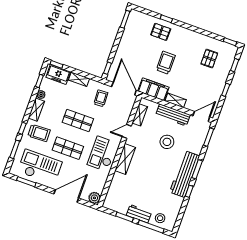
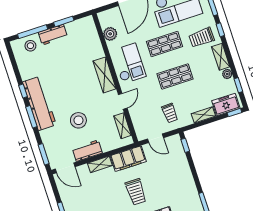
door: (124, 89) -> (156, 138), width x0.53
workbench: (173, 115) -> (87, 151), width x0.73
door: (201, 117) -> (65, 168), hinge flipped
plant: (94, 198) -> (110, 34), moved

